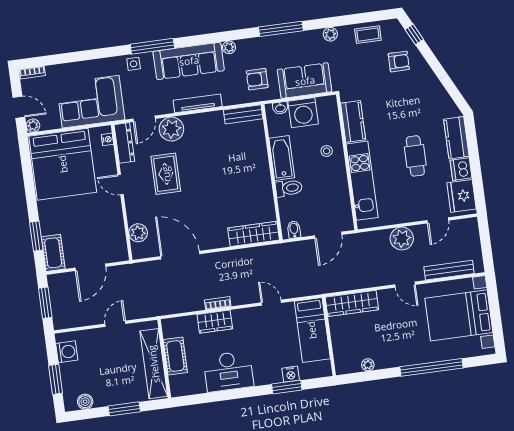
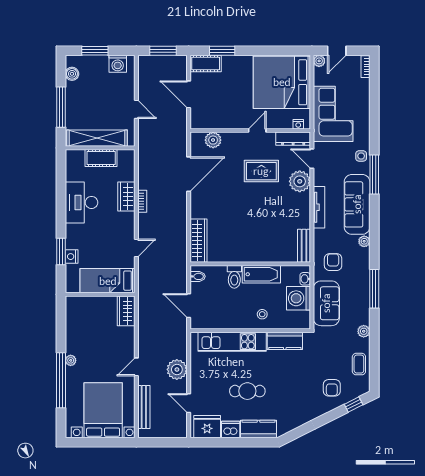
wardrobe: (352, 303) -> (126, 311), width x0.67
plant: (368, 365) -> (71, 360), moved
window: (124, 409) -> (61, 107), width x1.44

